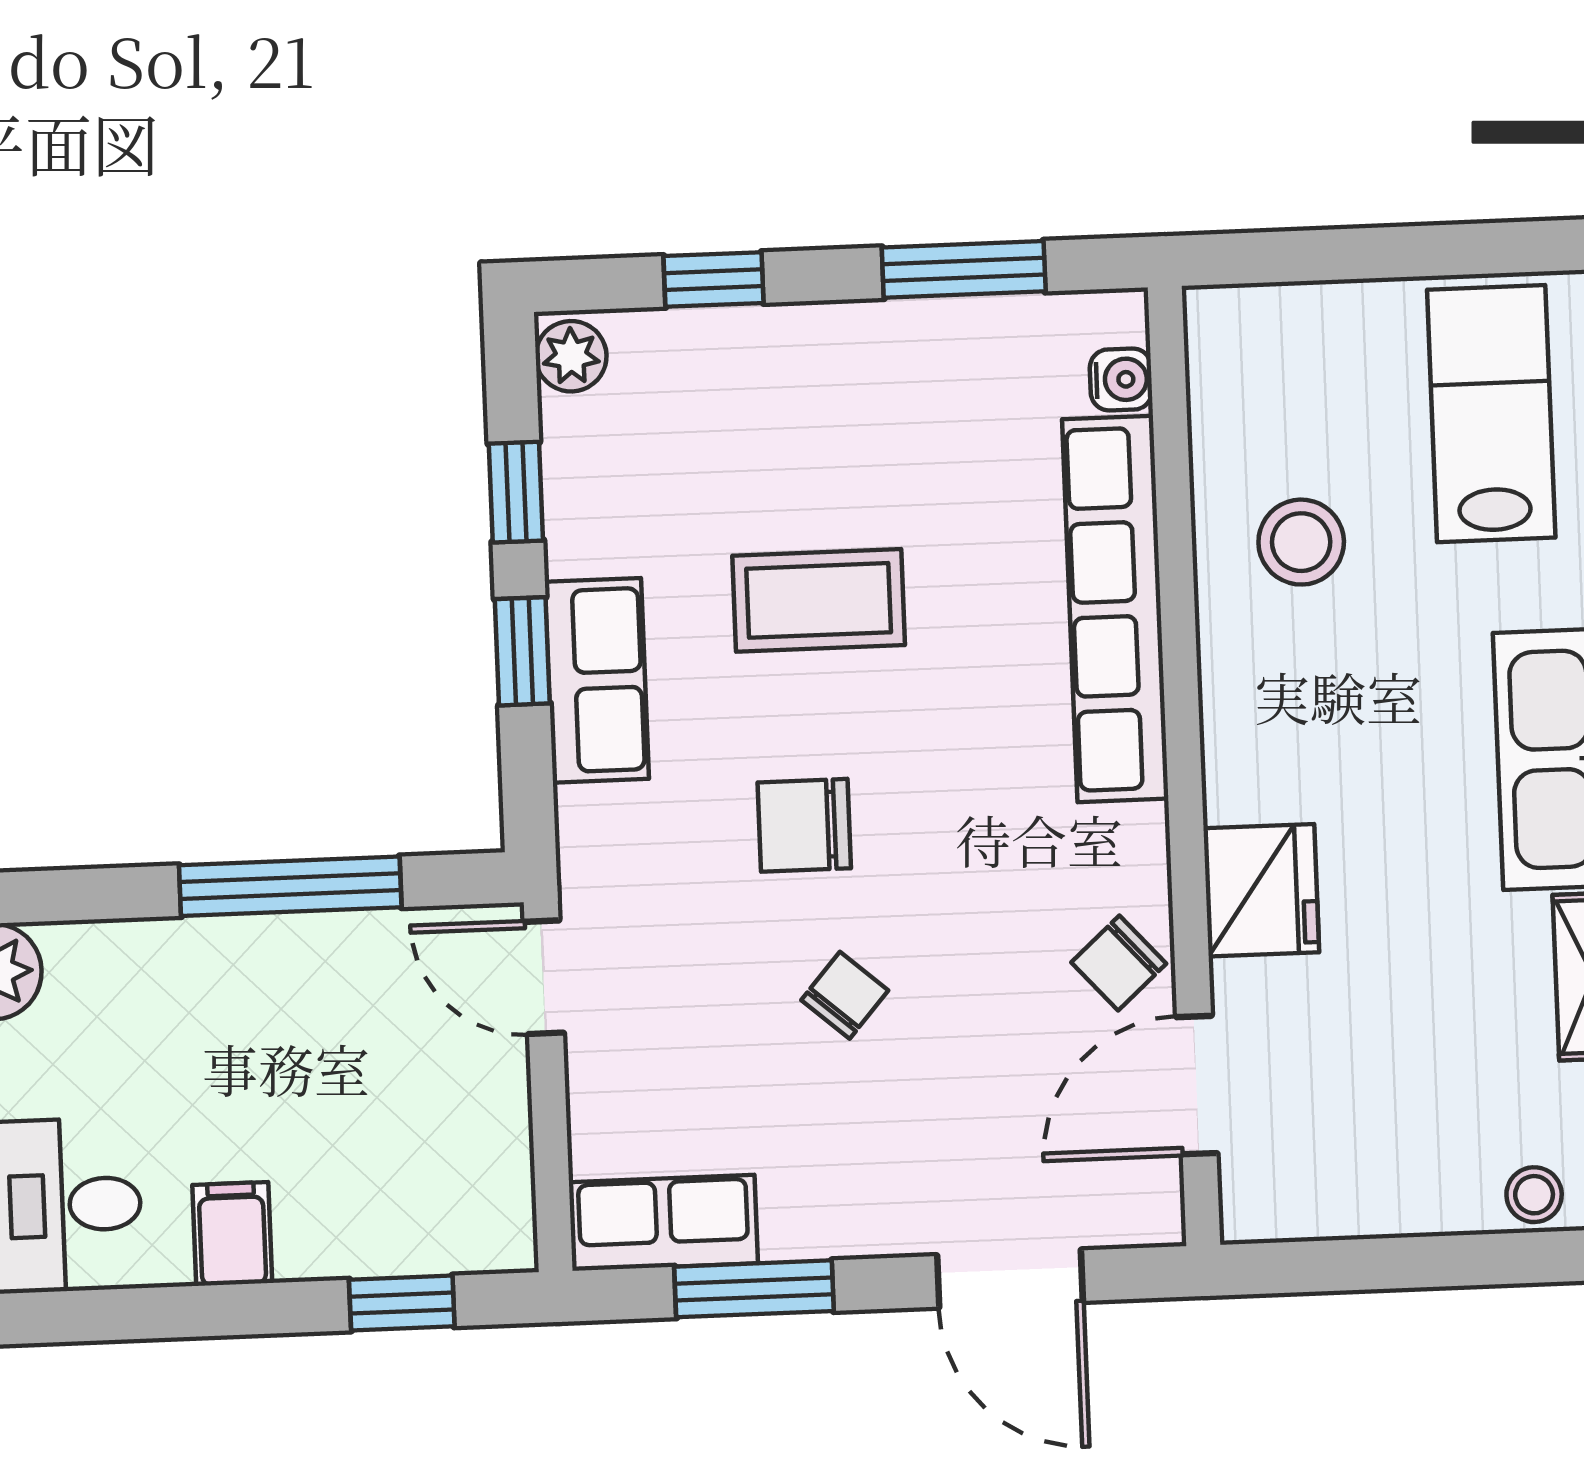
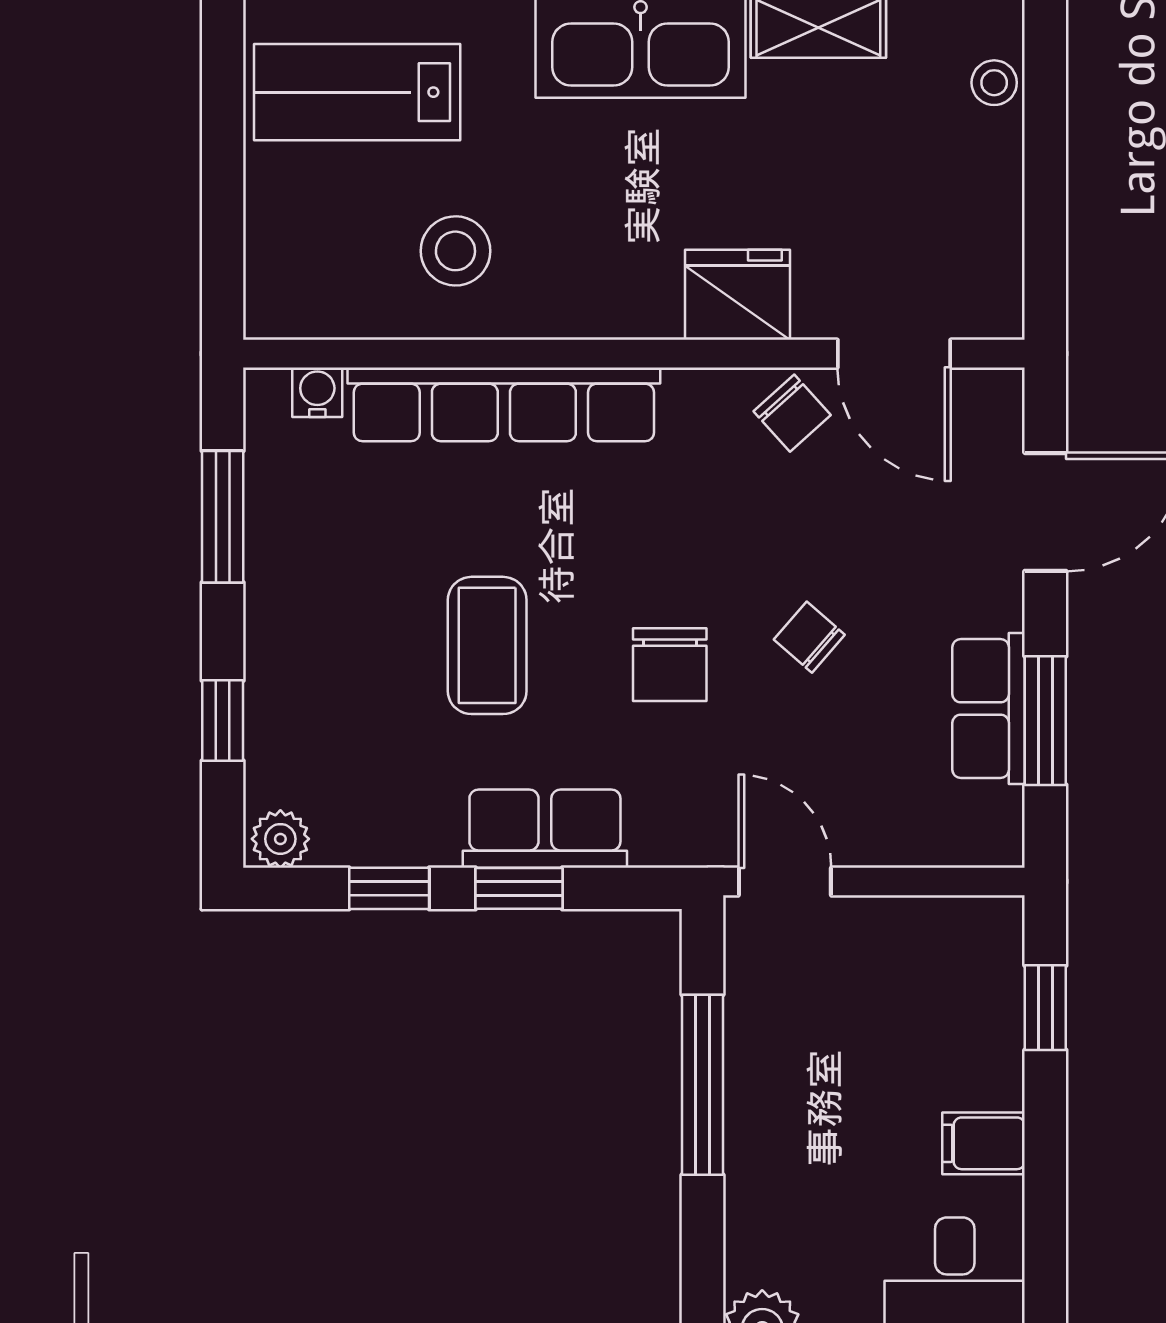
door: (544, 977) -> (785, 881), swing flipped
row of seats: (663, 1223) -> (989, 708), moved

